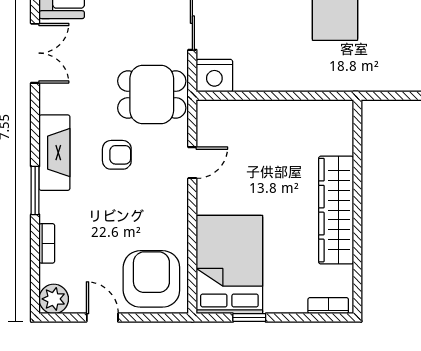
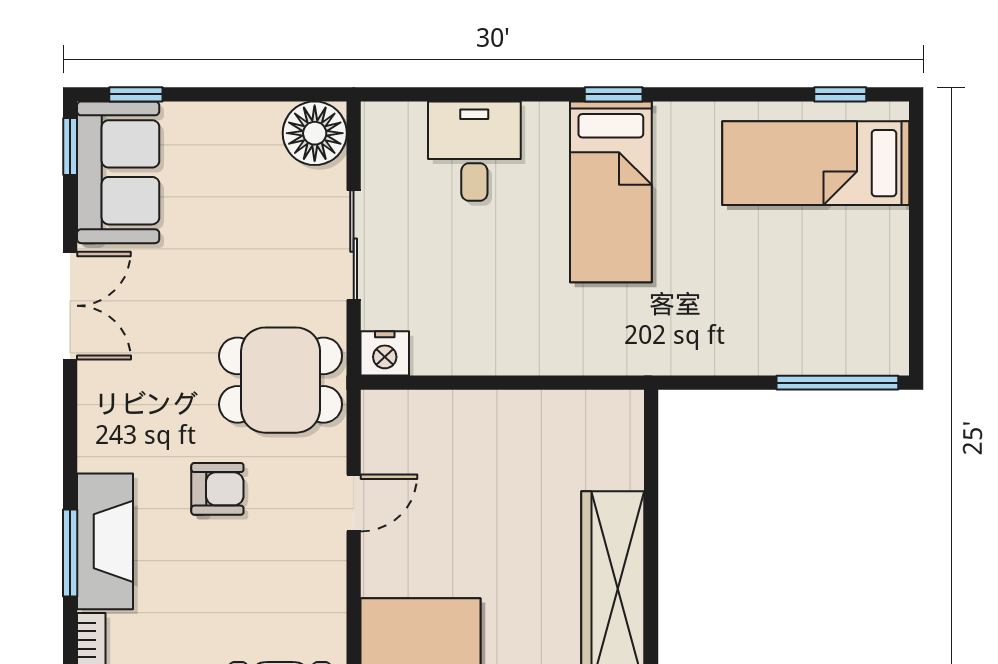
nightstand: (214, 76) -> (385, 353), width x0.74, depth x0.75
fireplace: (54, 153) -> (105, 541), moved

